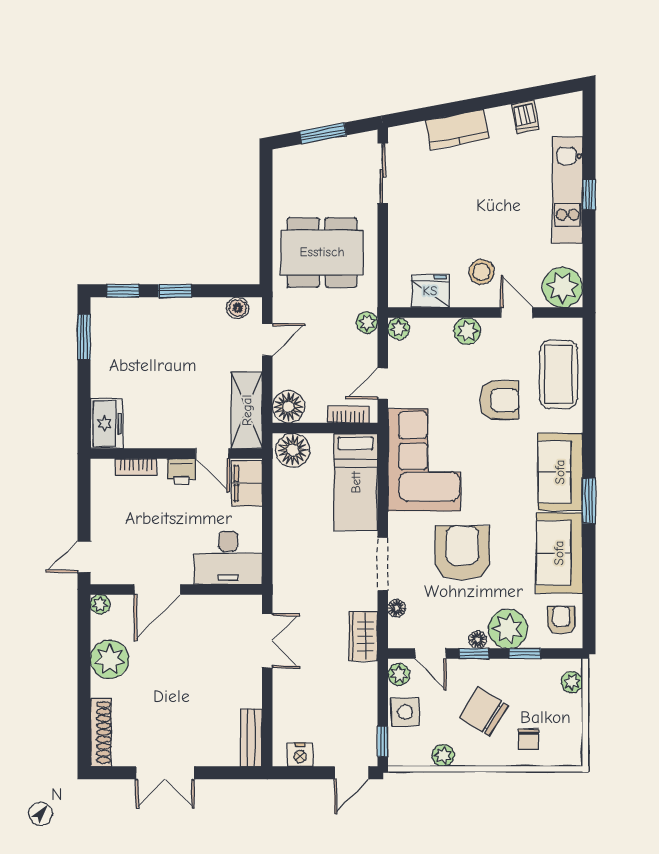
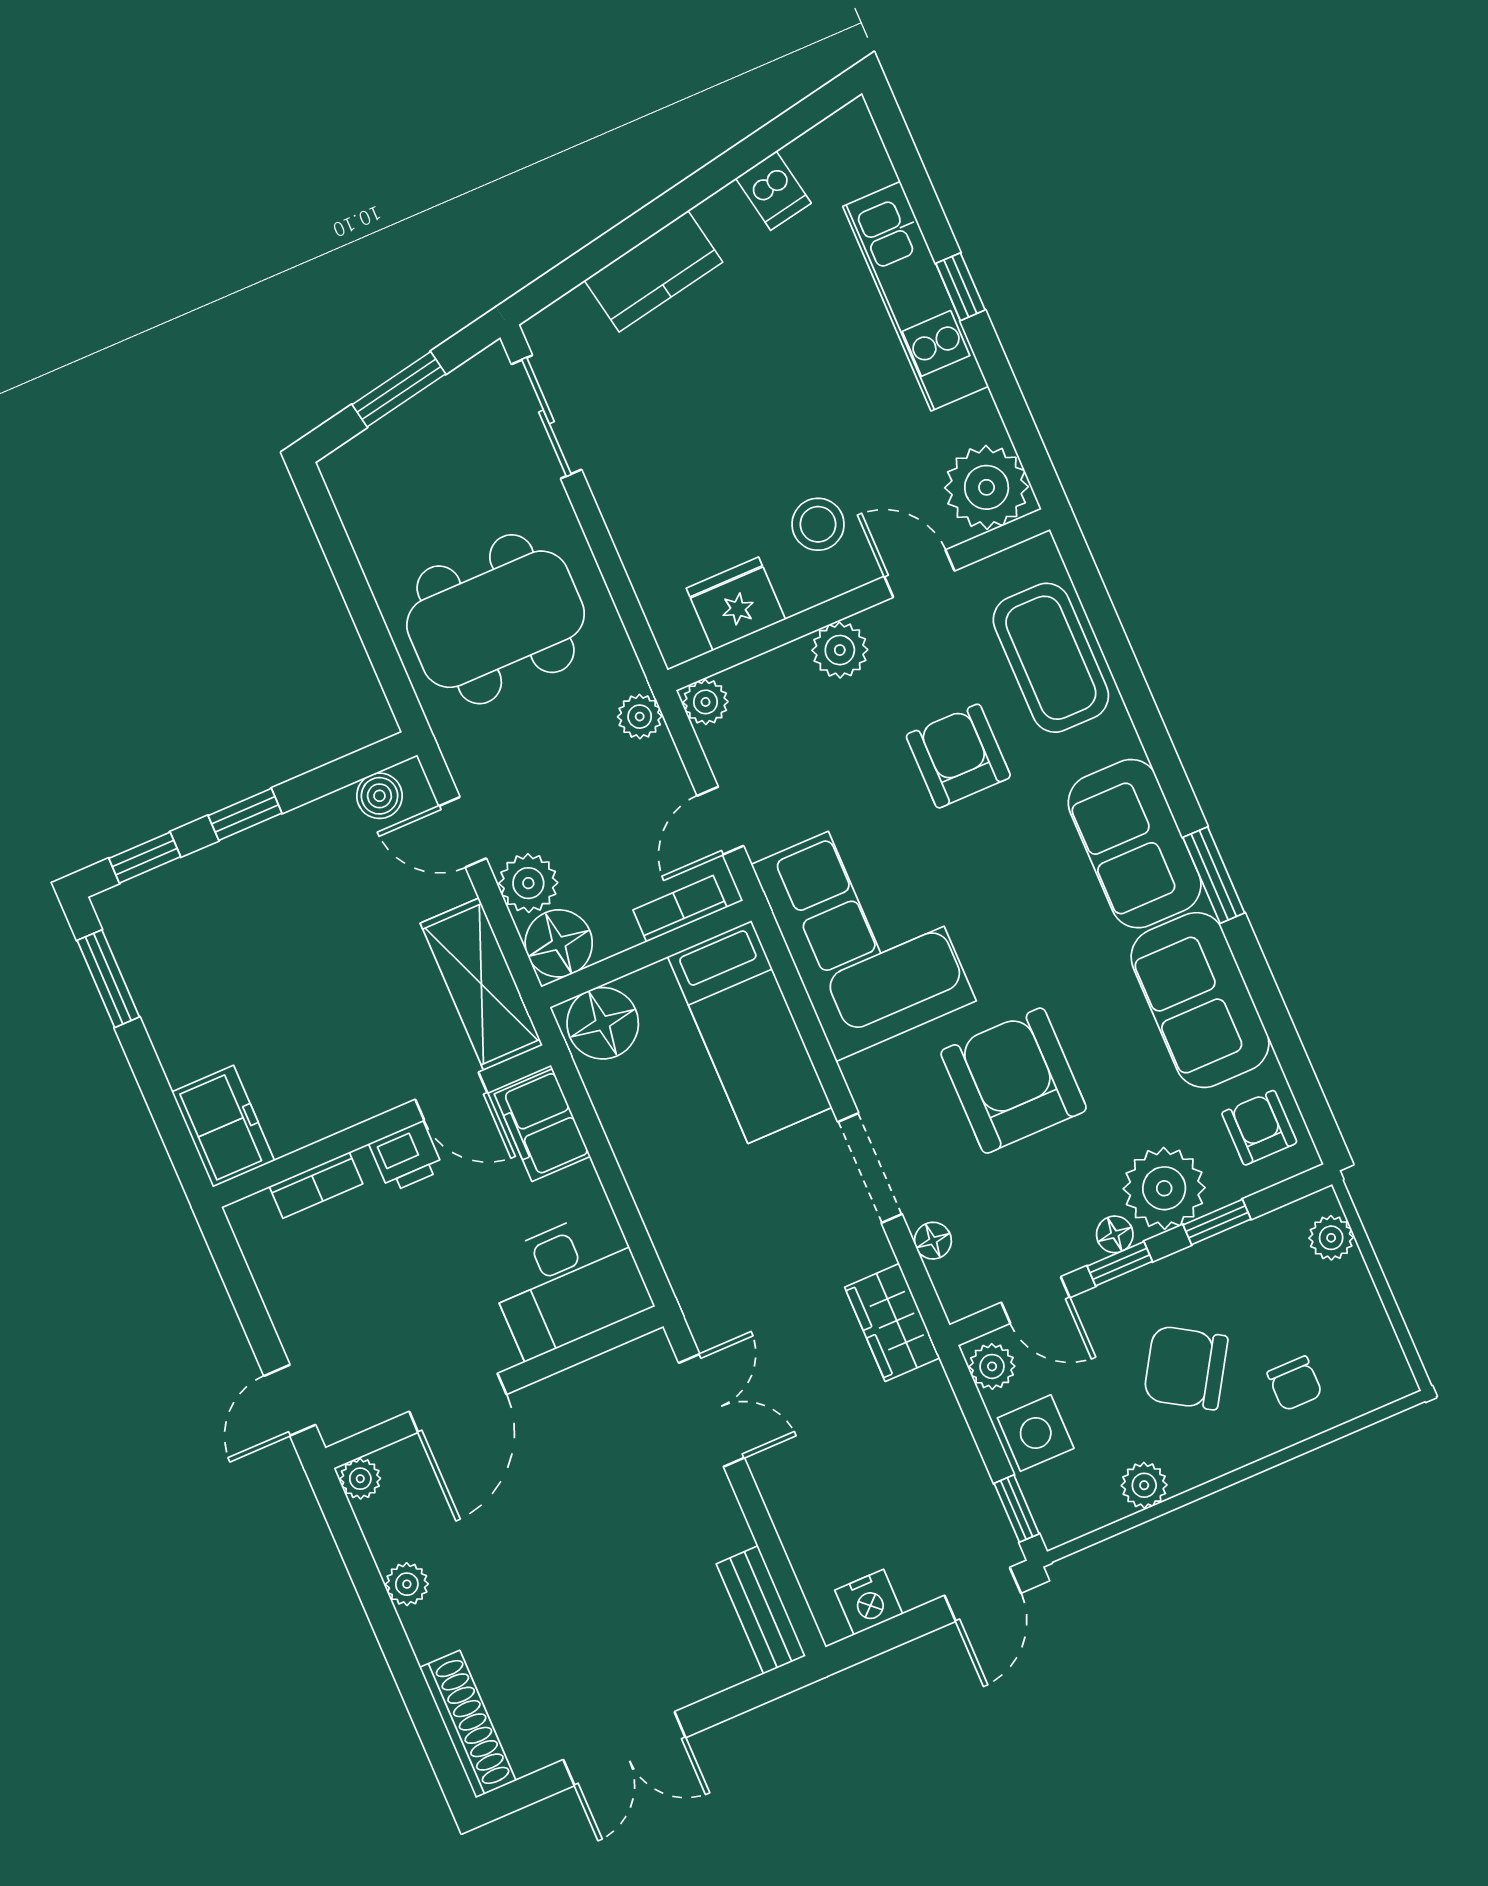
door: (267, 340) -> (463, 832), swing flipped
plant: (287, 375) -> (528, 883), added
armchair: (499, 400) -> (958, 756), turned -90
plant: (110, 659) -> (407, 1584), width x0.53, depth x0.53

